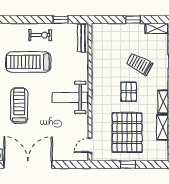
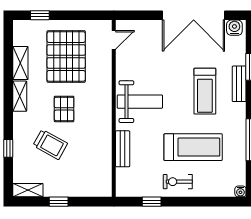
bench: (83, 38) -> (123, 149), moved
window: (128, 165) -> (40, 15), moved

